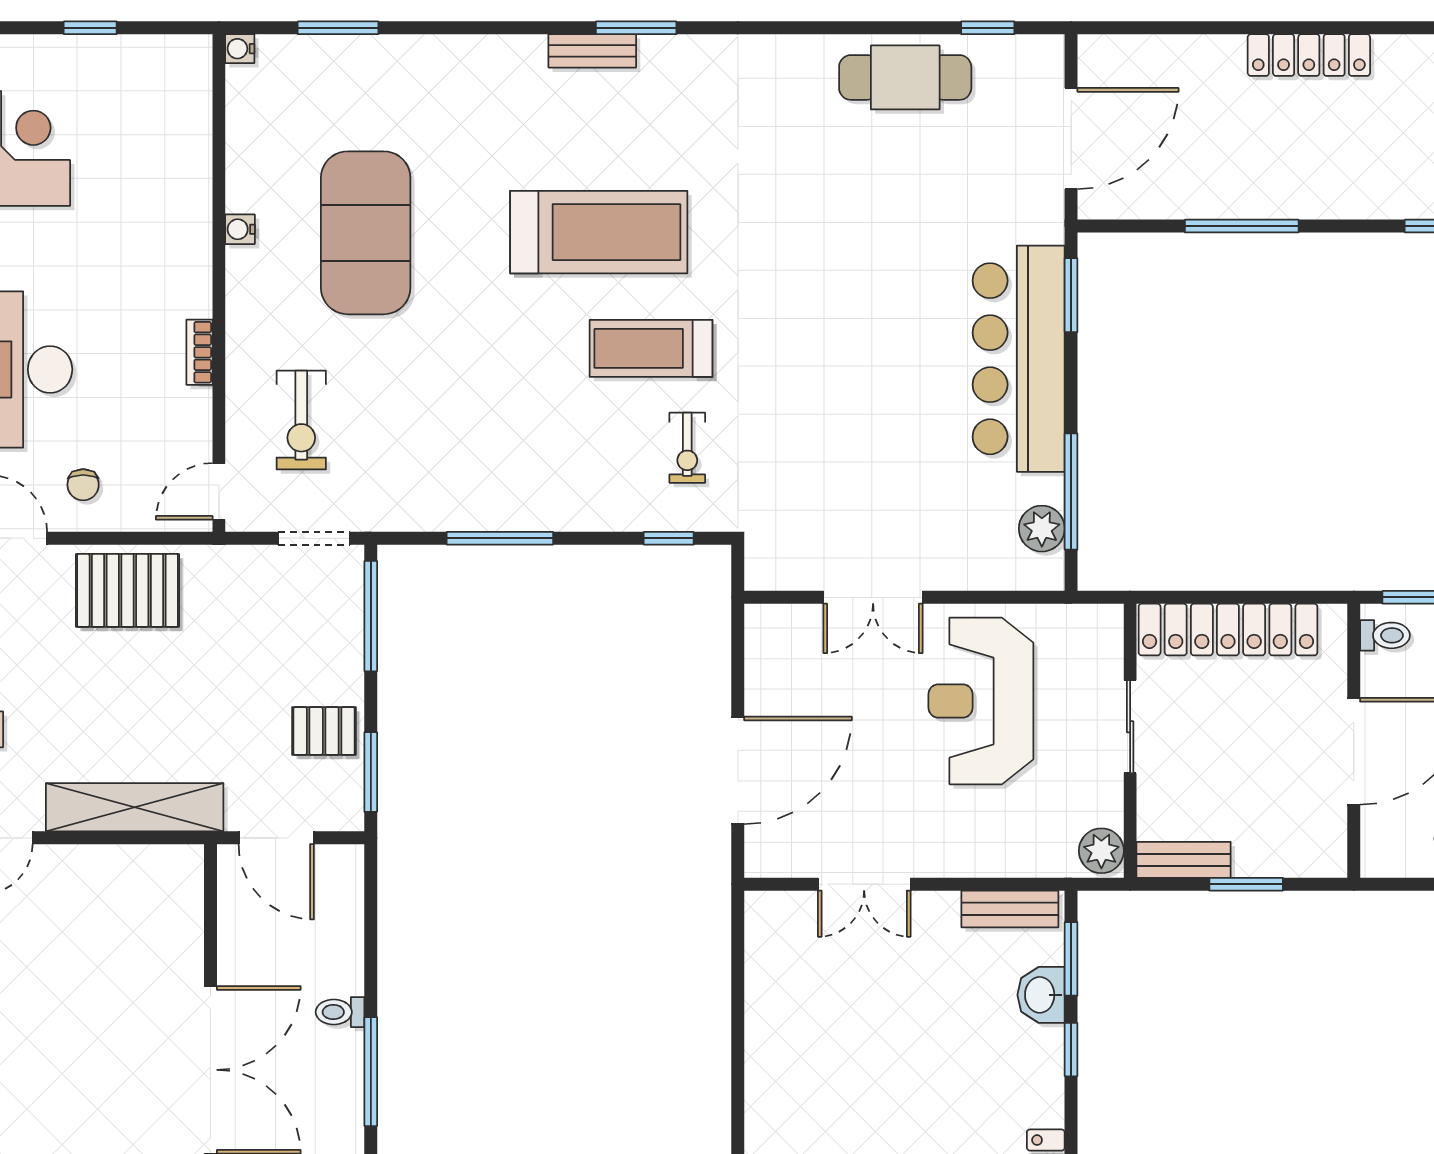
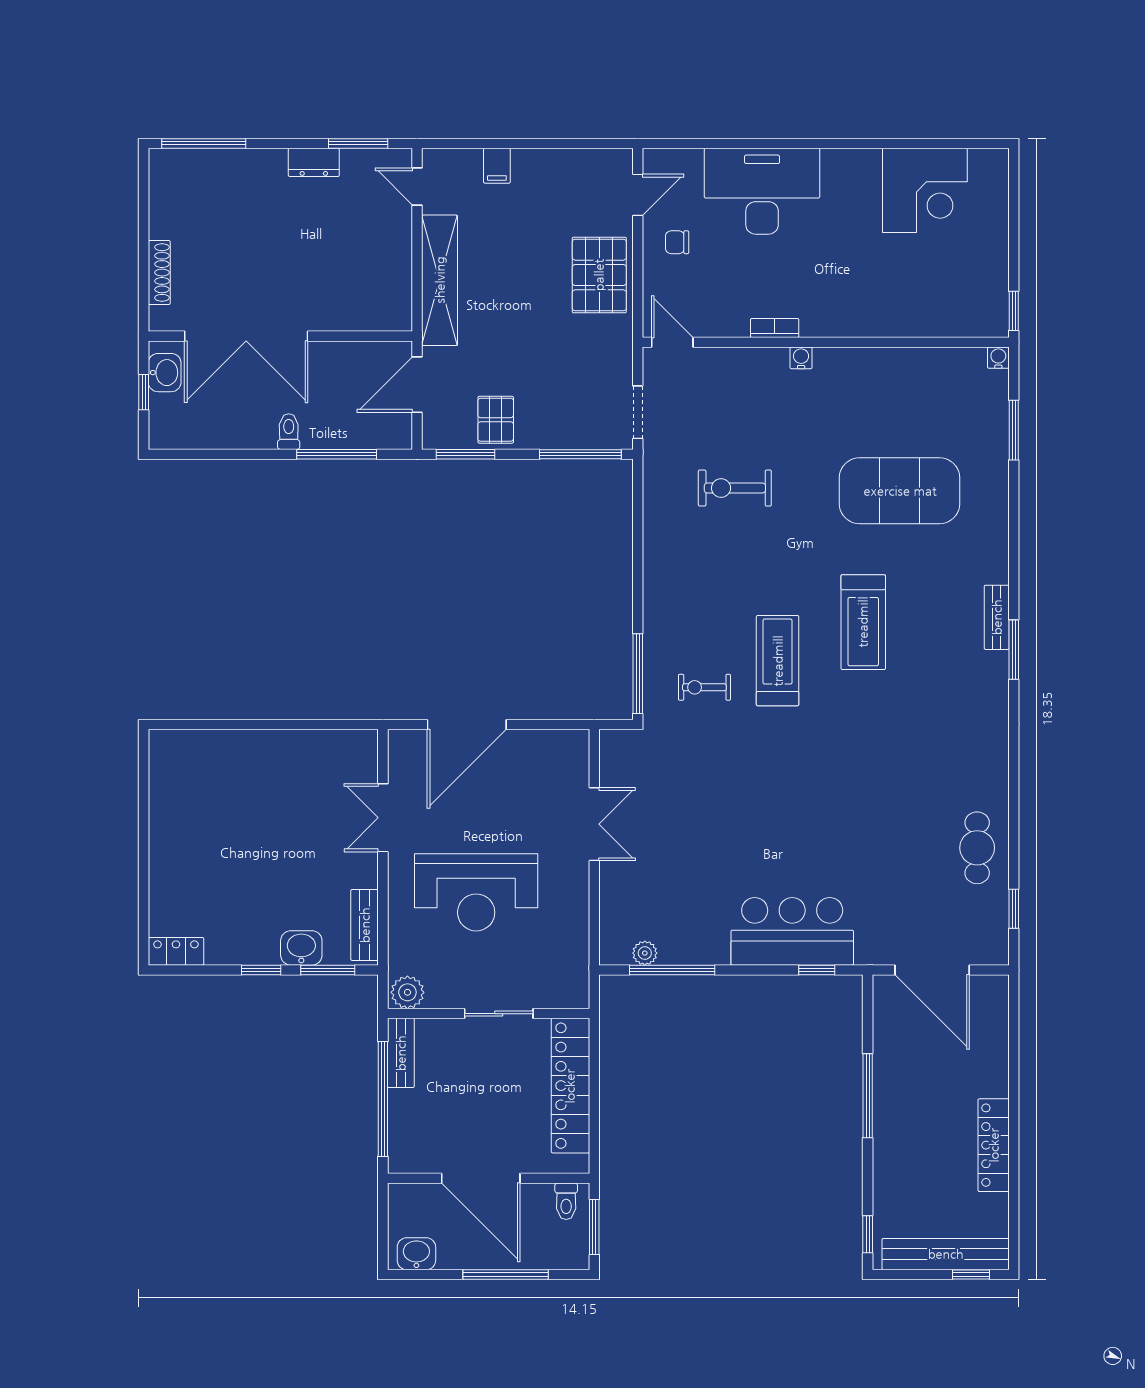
window: (90, 28) -> (1014, 311), moved
cafe table: (905, 77) -> (977, 848), width x0.73, depth x0.74
water cooler: (240, 229) -> (801, 358), moved
treadmill: (599, 232) -> (863, 622), width x0.73, depth x0.73
exercise mat: (366, 233) -> (900, 491), moved
window: (1071, 295) -> (817, 970), width x0.67
bar counter: (1019, 359) -> (792, 931), width x0.73
exercise bike: (301, 420) -> (735, 488), moved
plant: (1042, 529) -> (645, 953), width x0.73, depth x0.73
window: (500, 538) -> (638, 549), removed
window: (669, 538) -> (638, 674), width x2.17
double door: (873, 597) -> (594, 824), swing flipped
reception desk: (981, 701) -> (476, 892), moved, turned 180
door: (738, 770) -> (467, 725), hinge flipped
window: (1246, 884) -> (383, 1099), width x2.11
window: (371, 1072) -> (337, 454), moved

